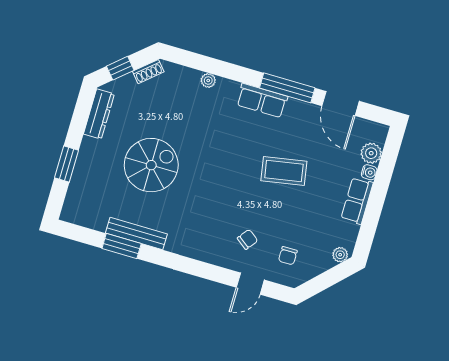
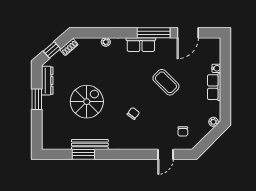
door: (341, 103) -> (188, 33), hinge flipped
plant: (371, 153) -> (214, 57), removed
window: (67, 164) -> (37, 99), moved
coffee table: (284, 171) -> (166, 82), turned 55
chair: (248, 239) -> (133, 113), moved

